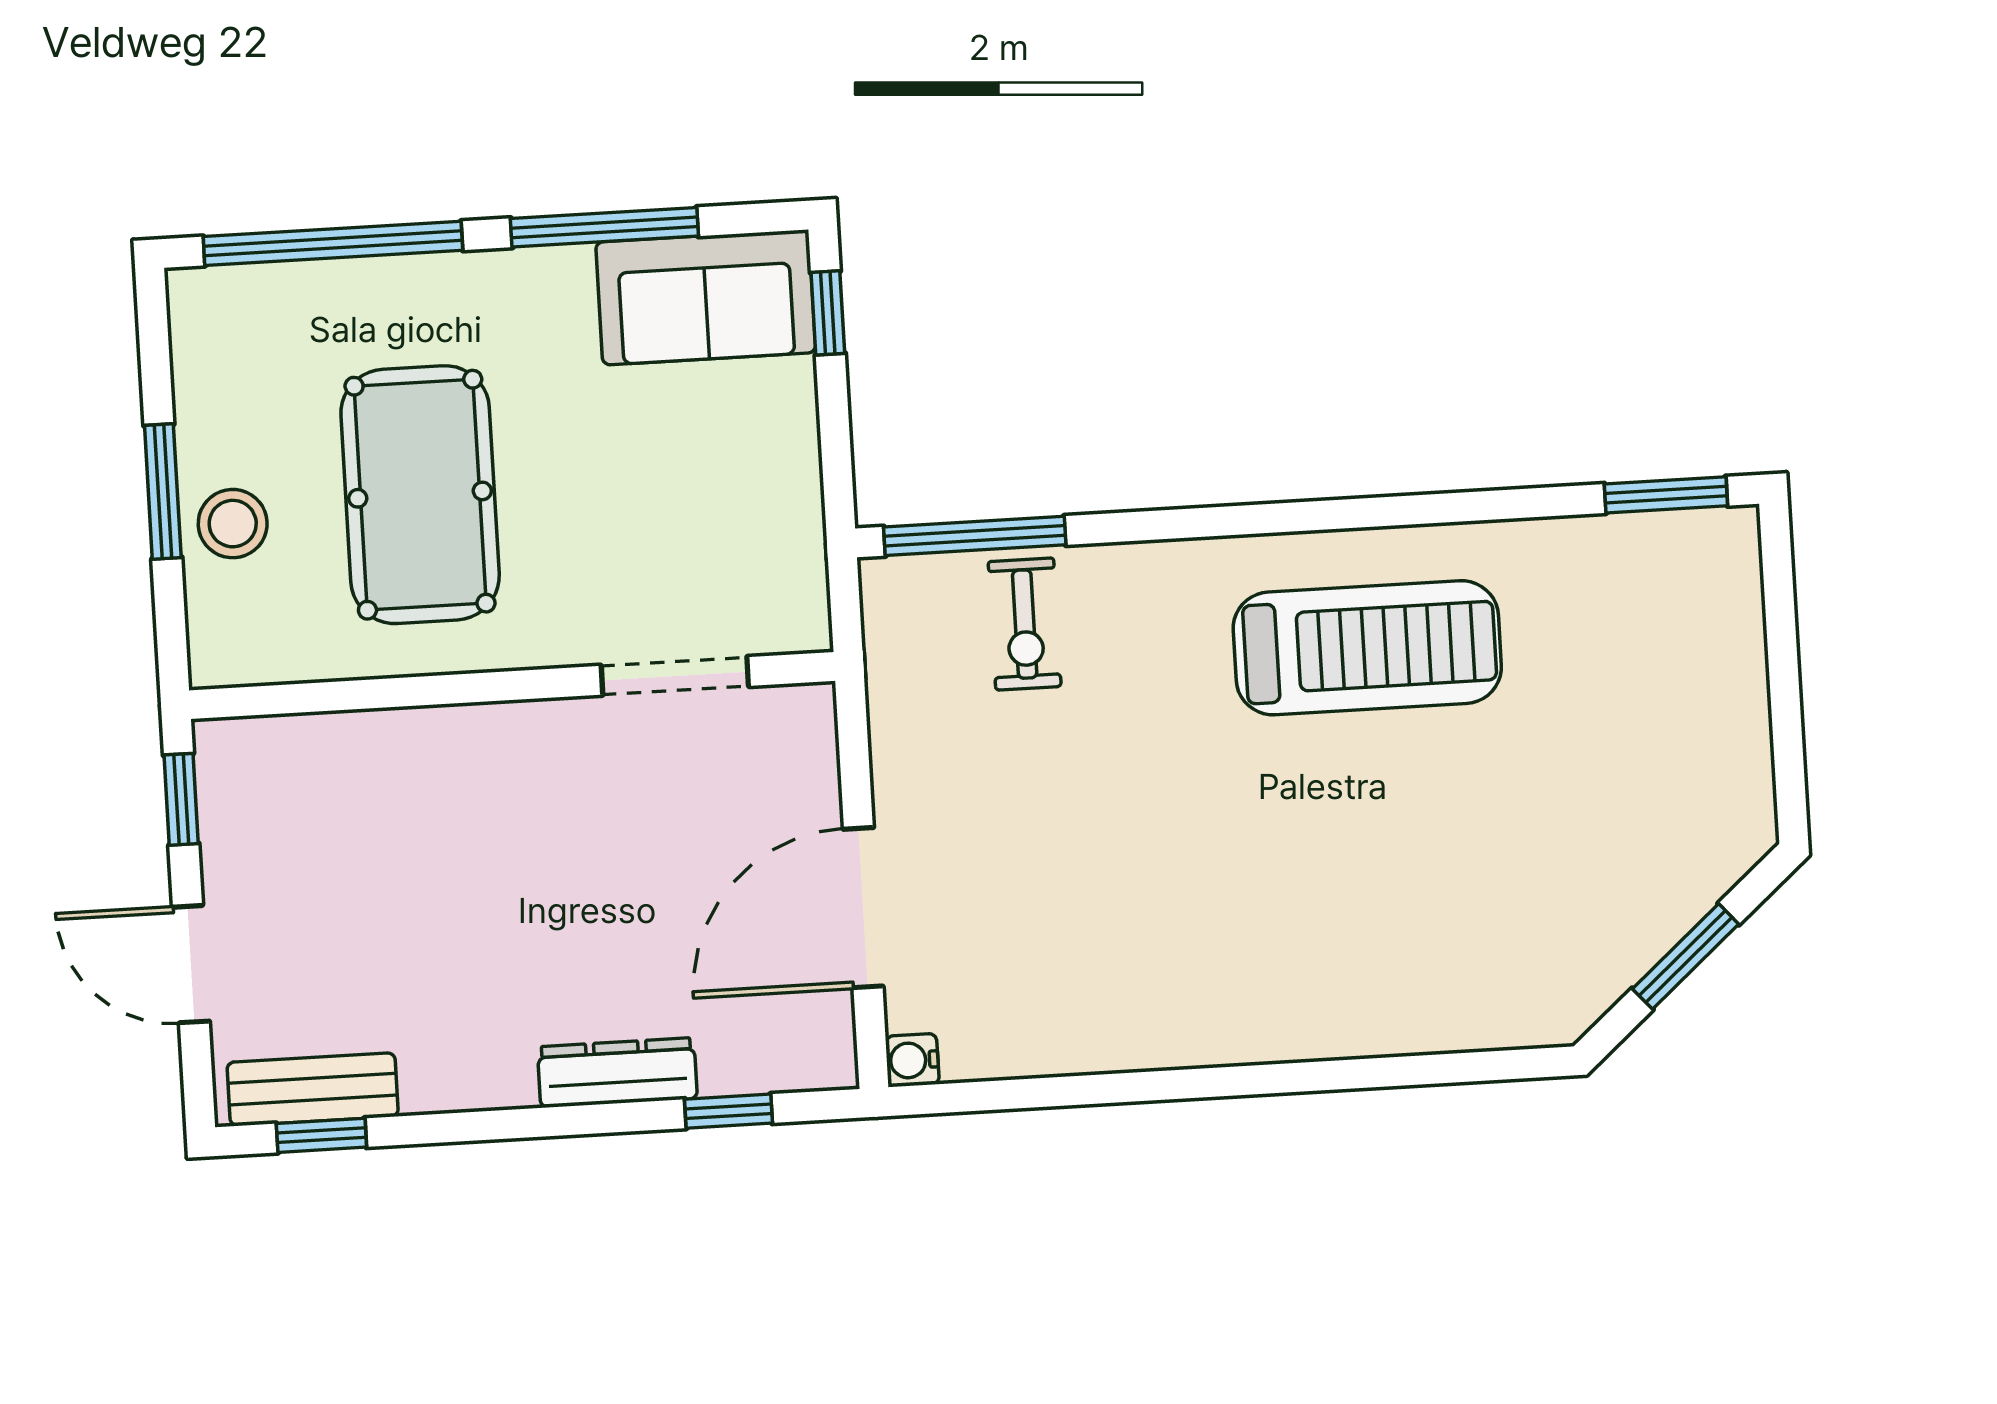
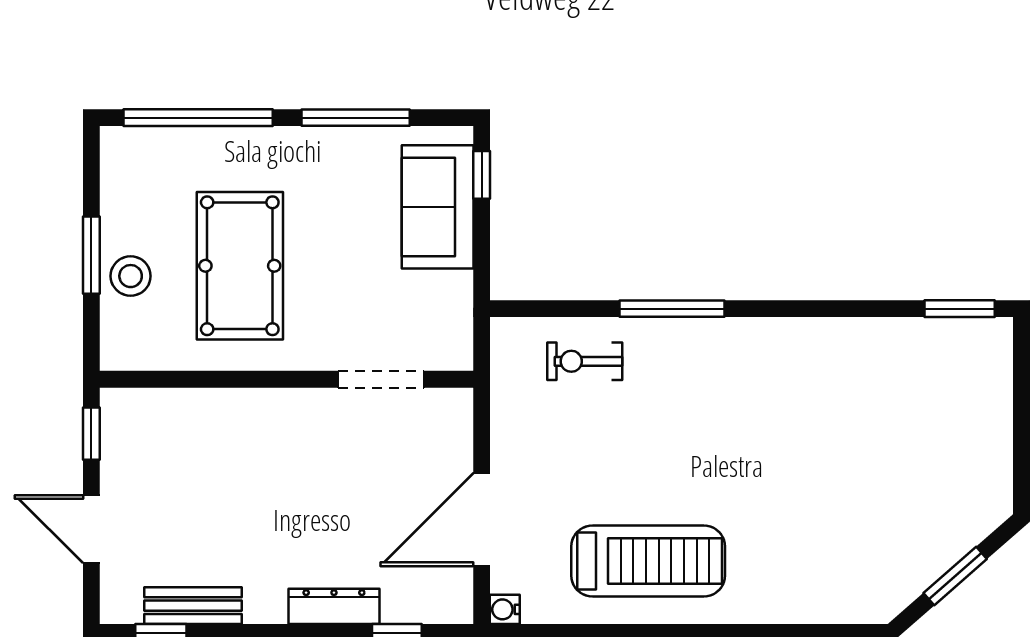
sofa: (706, 297) -> (438, 207), moved, turned 90
window: (975, 536) -> (672, 309), moved
exercise bike: (1025, 624) -> (585, 361), turned 90
treadmill: (1367, 648) -> (648, 561), moved
bench: (313, 1089) -> (193, 606), moved

